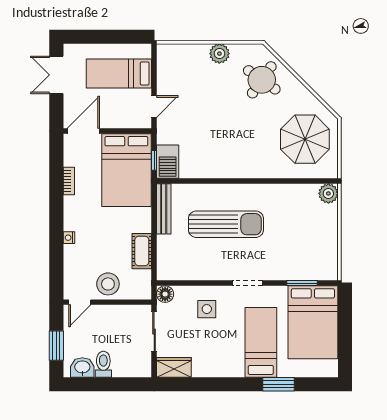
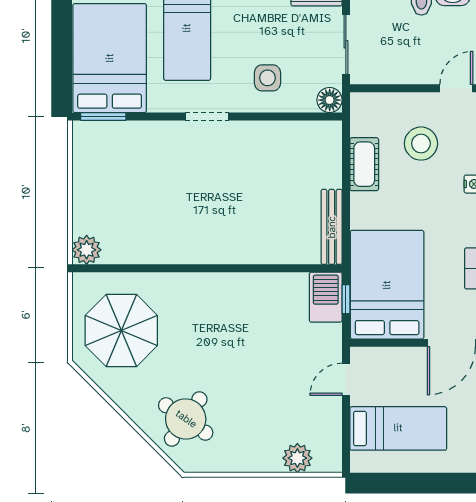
plant: (219, 54) -> (297, 458), moved
sun lounger: (226, 224) -> (239, 204), removed
window: (302, 283) -> (103, 116), moved
stool: (108, 284) -> (421, 144), moved

